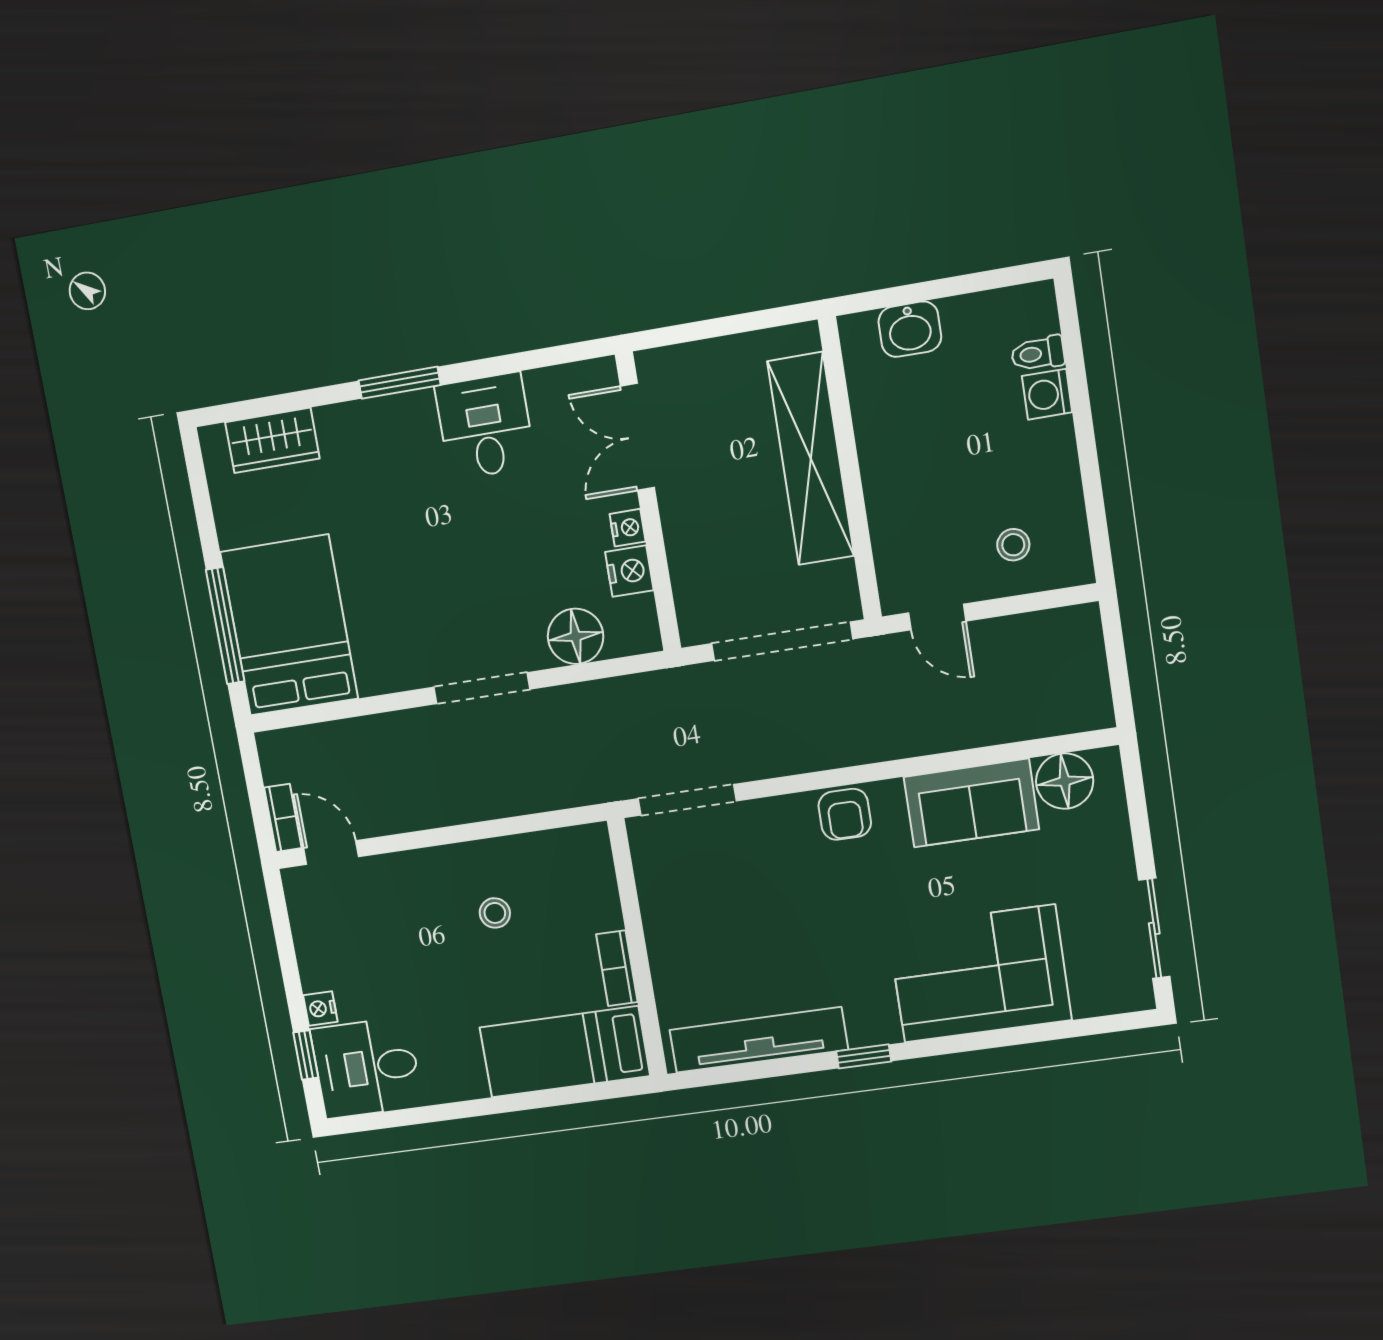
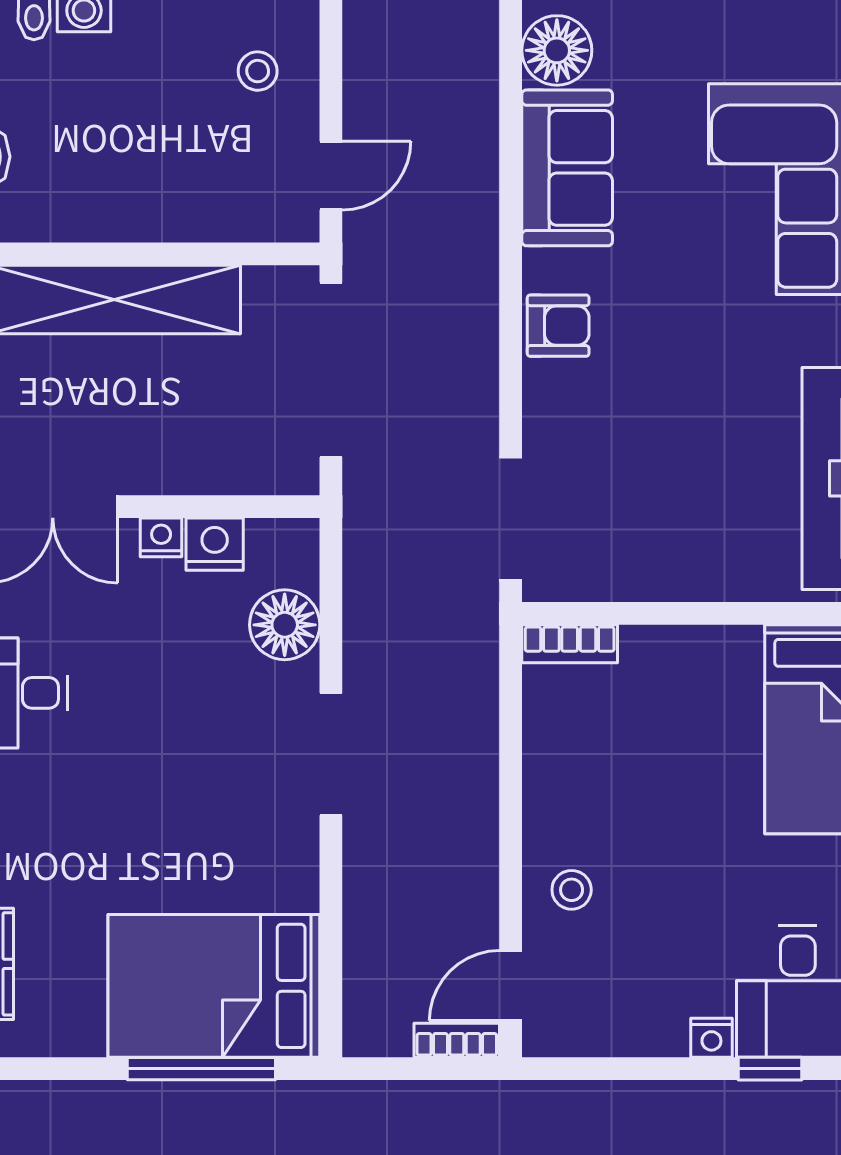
stool: (495, 913) -> (572, 890), moved
bookcase: (617, 968) -> (570, 644), moved

